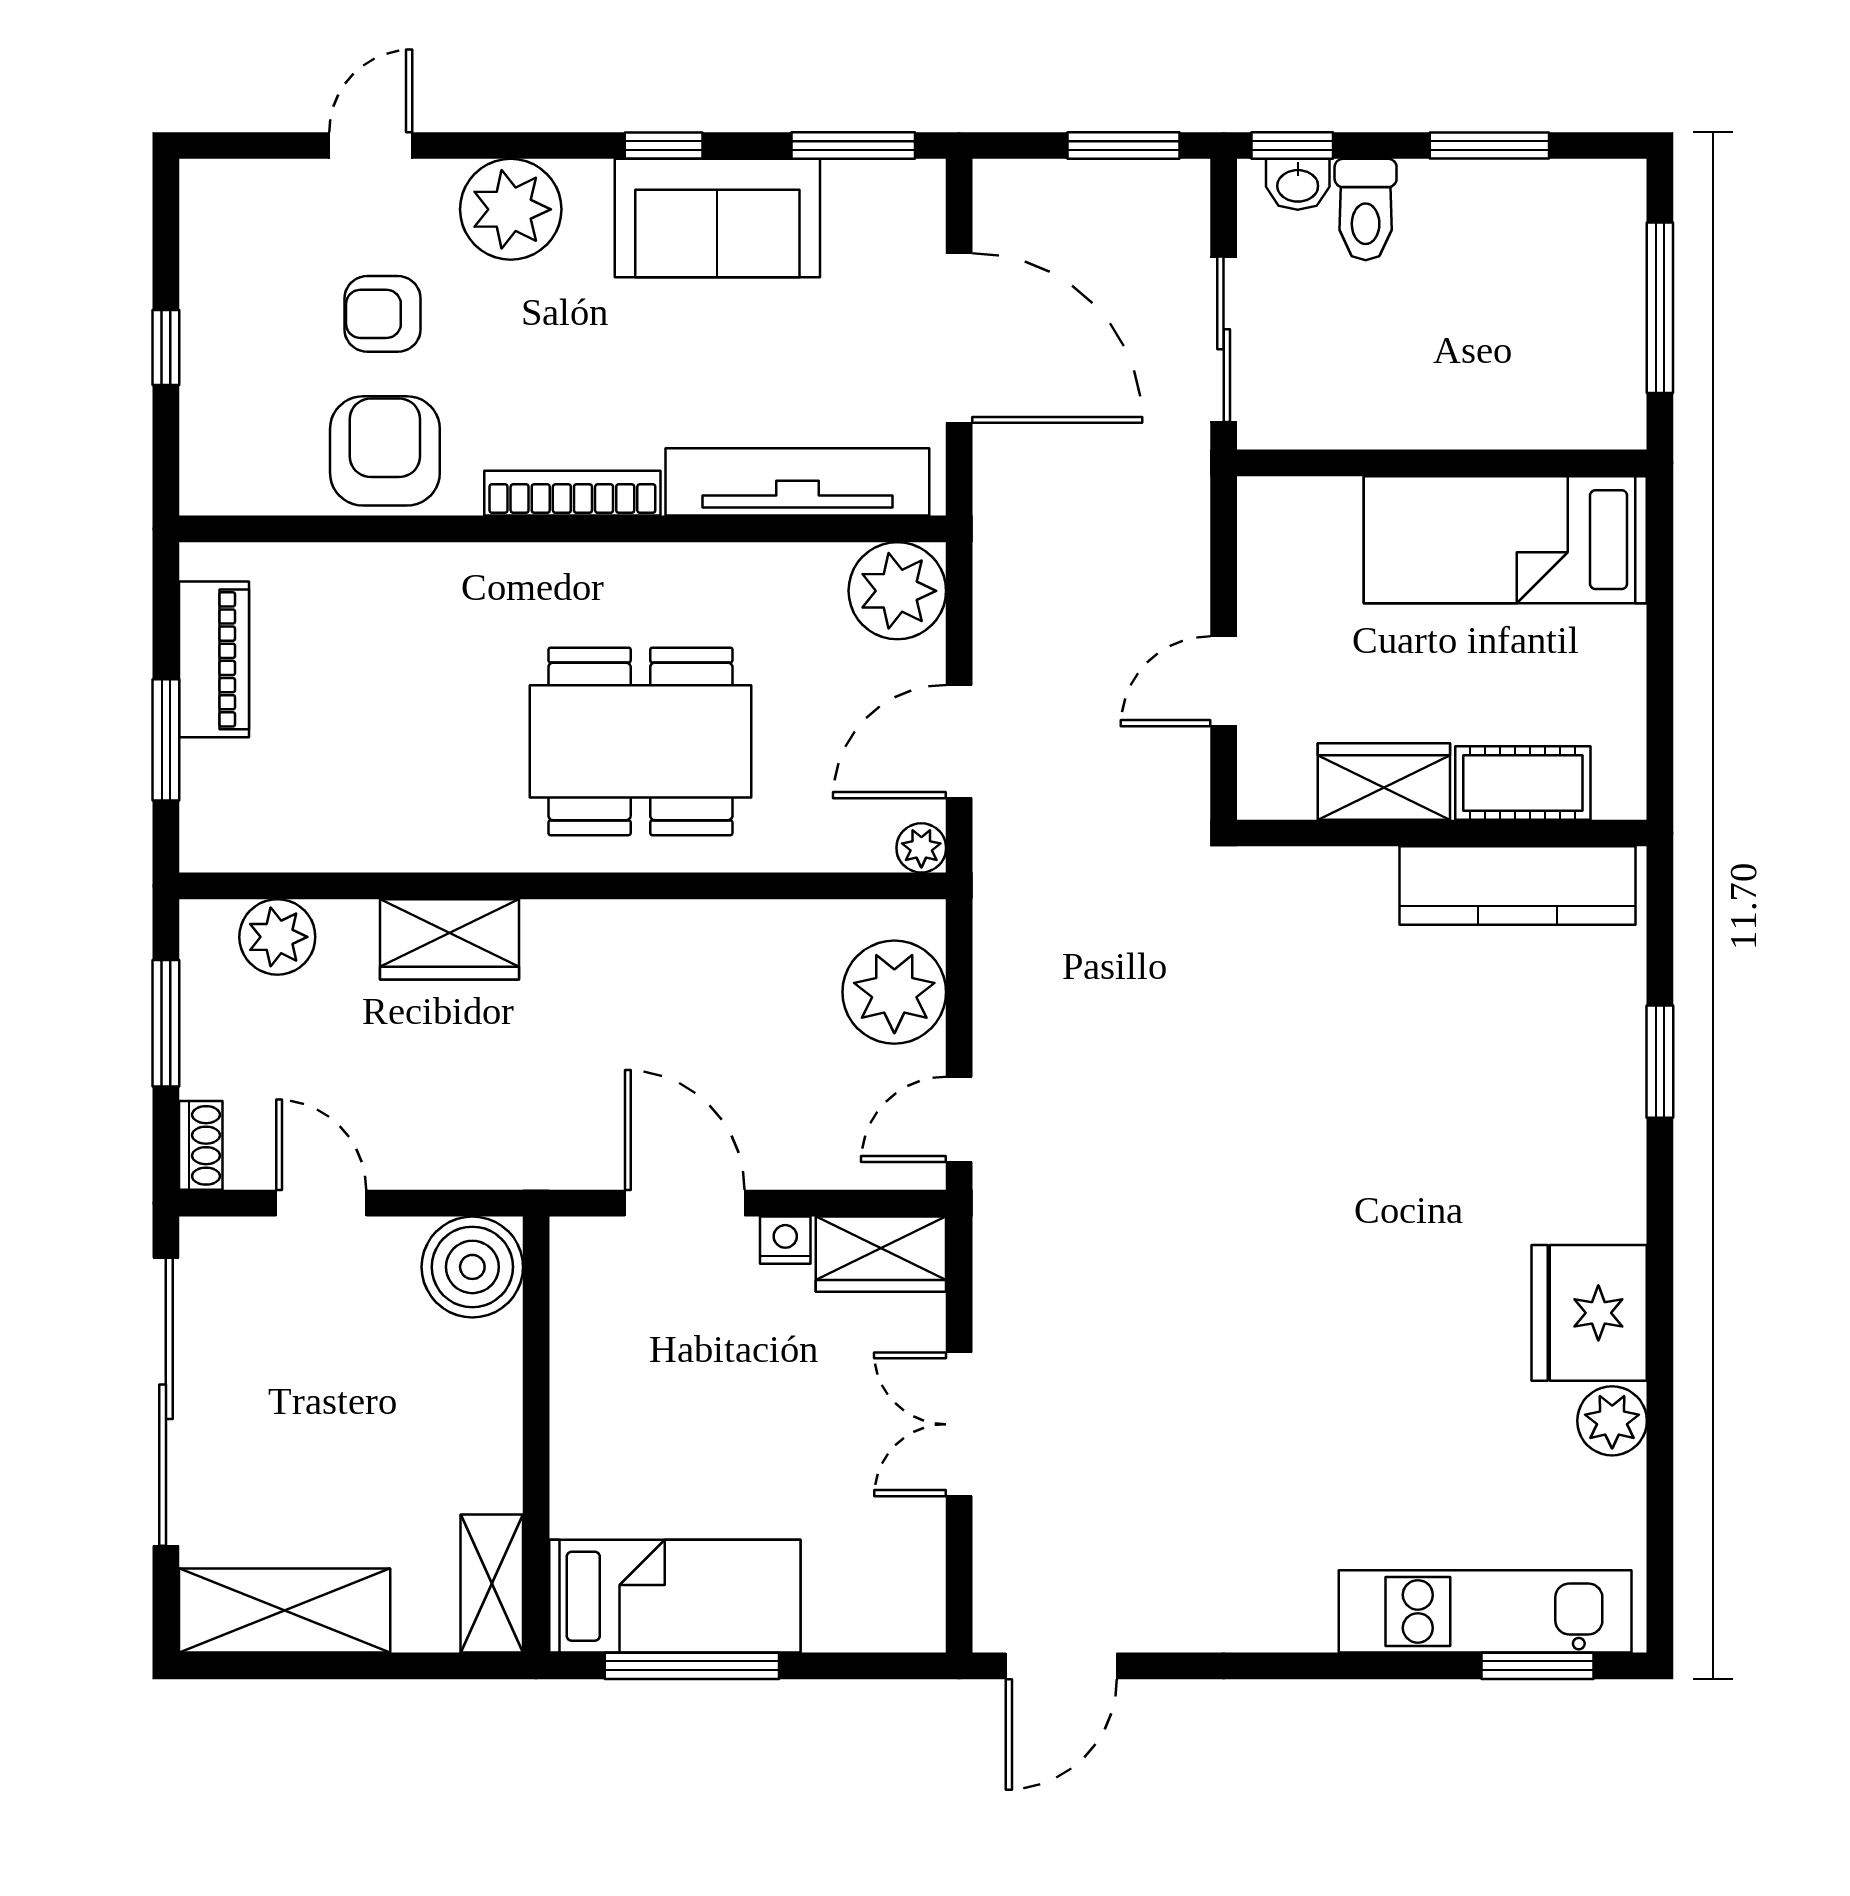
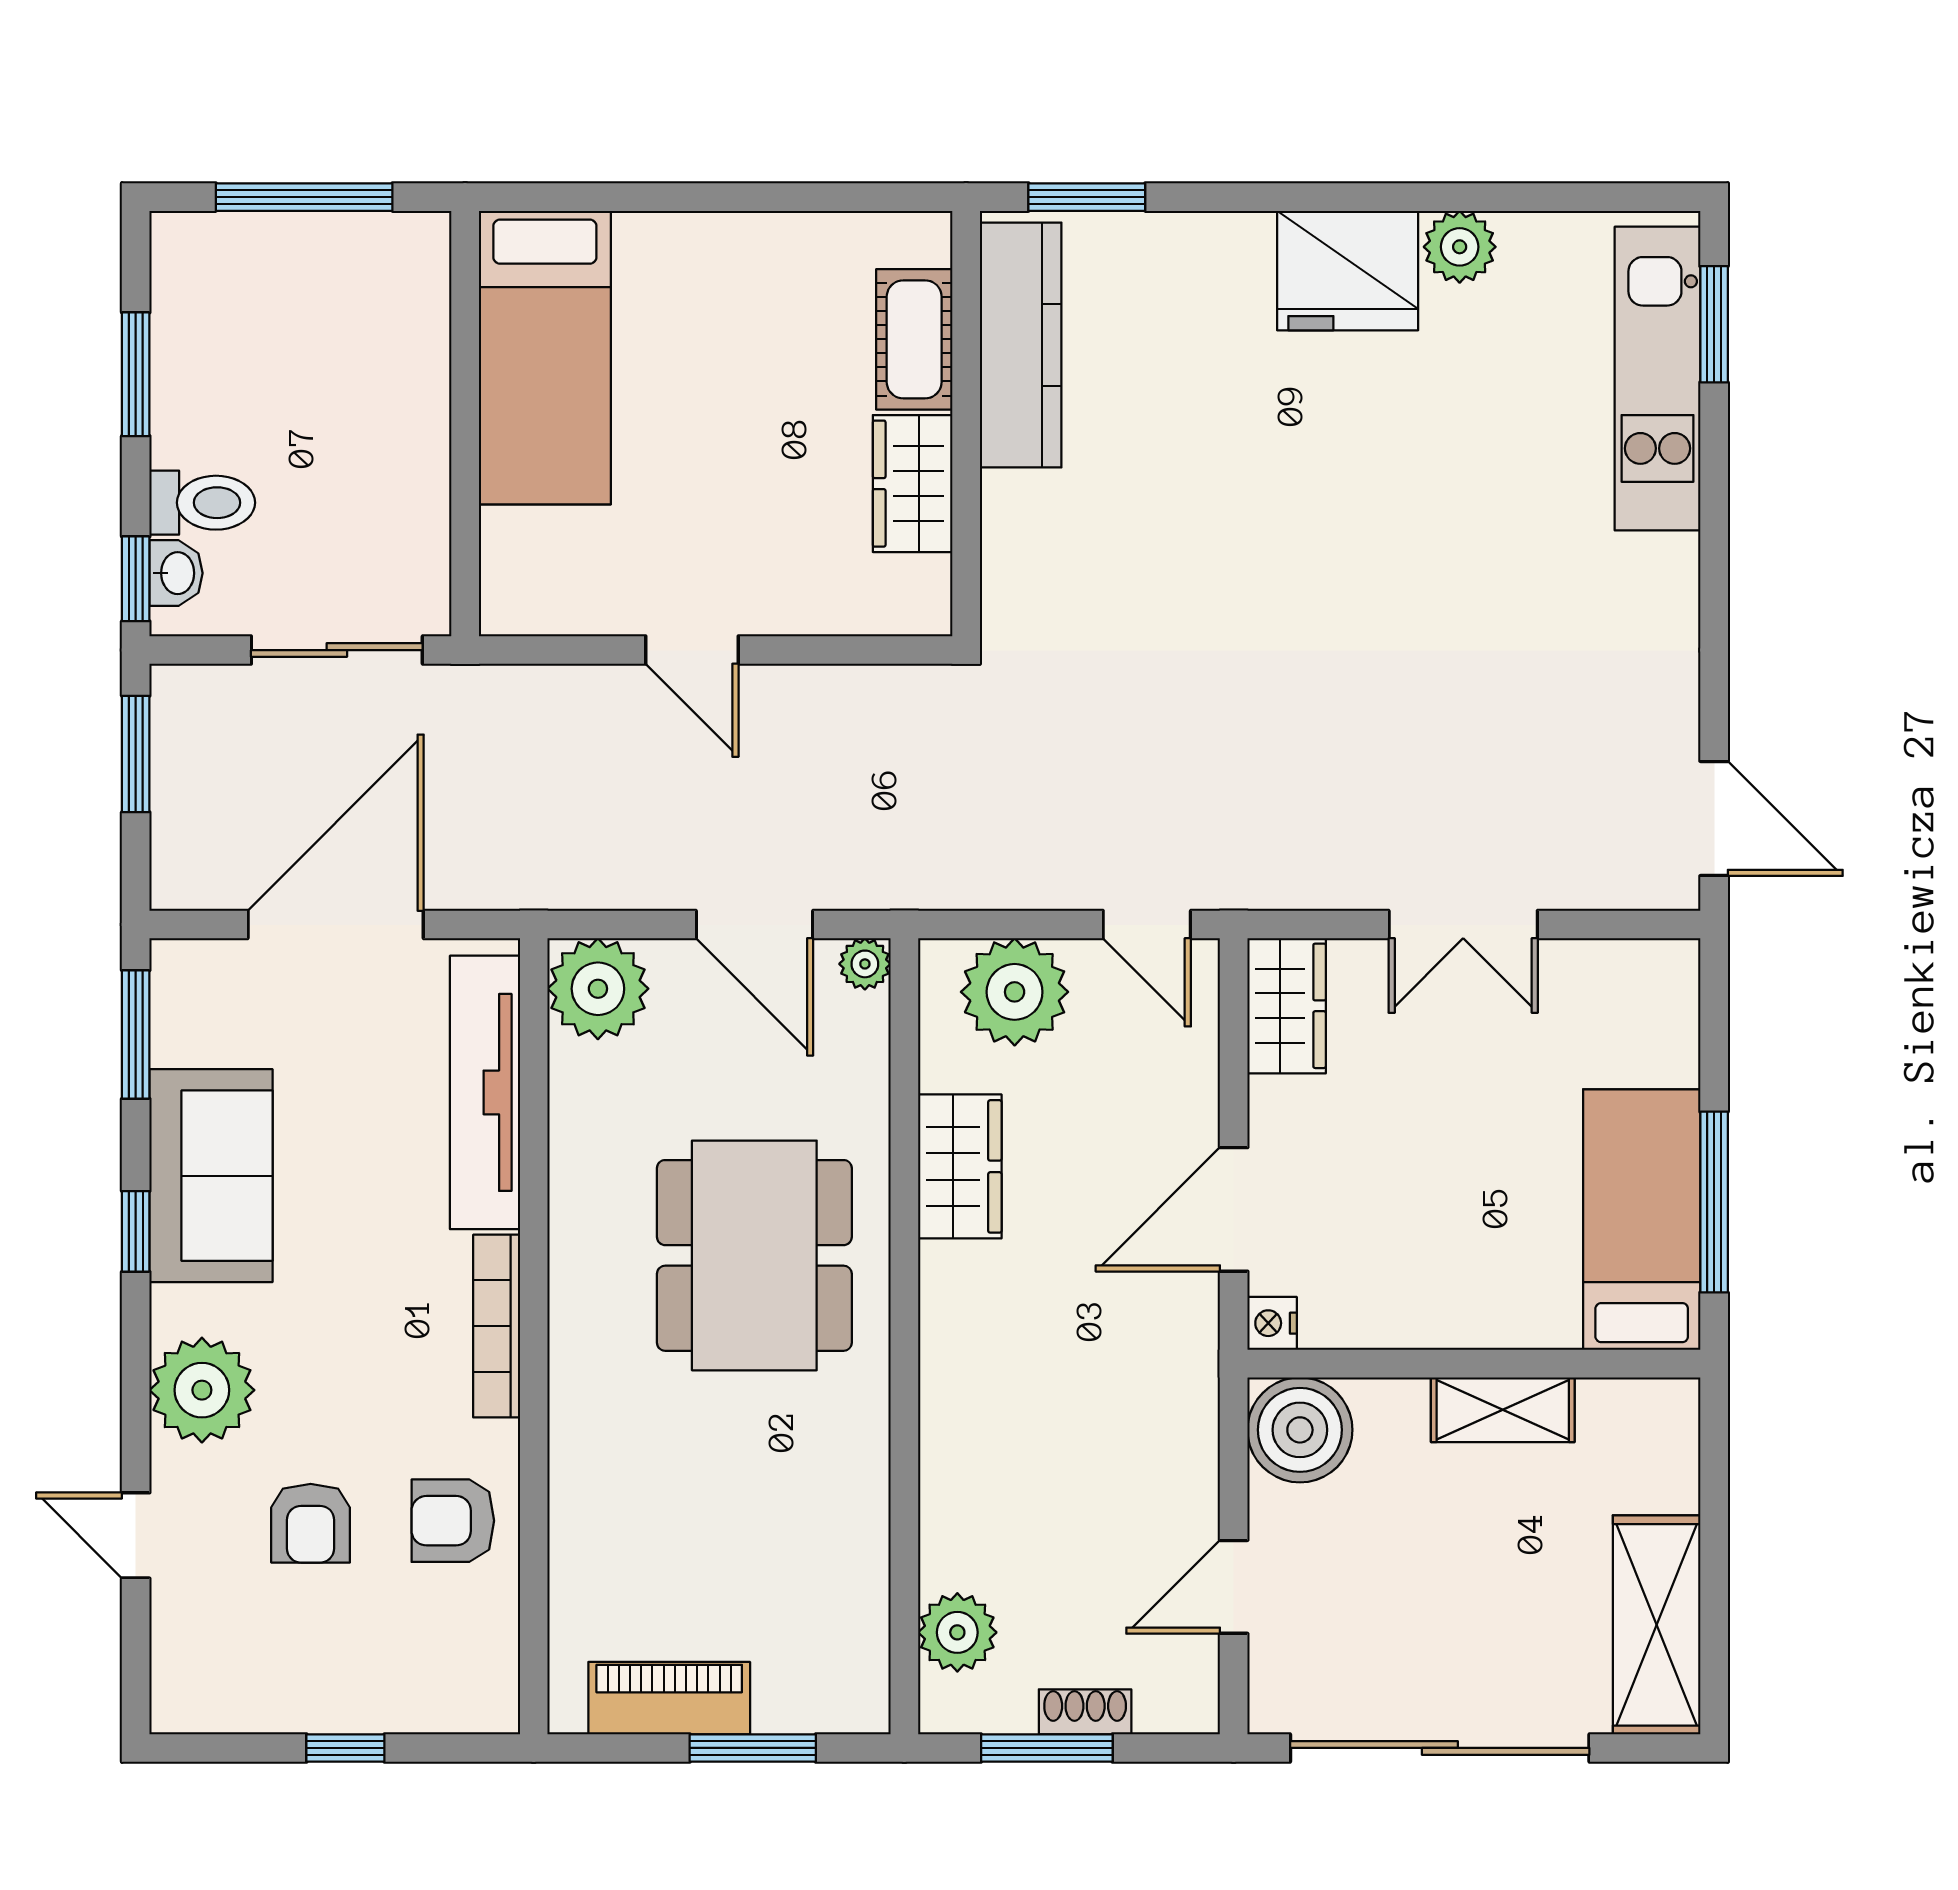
armchair: (385, 451) -> (453, 1521), width x0.72, depth x0.72
wardrobe: (1384, 781) -> (913, 484), moved
cot: (1523, 783) -> (914, 339), moved
wall: (1442, 833) -> (966, 424), moved
kitchen counter: (1517, 886) -> (1021, 345), moved
wardrobe: (450, 939) -> (960, 1166), moved
shoe rack: (201, 1145) -> (1085, 1712), moved
nightstand: (785, 1240) -> (1272, 1323), moved
shelving: (492, 1583) -> (1503, 1410), moved

